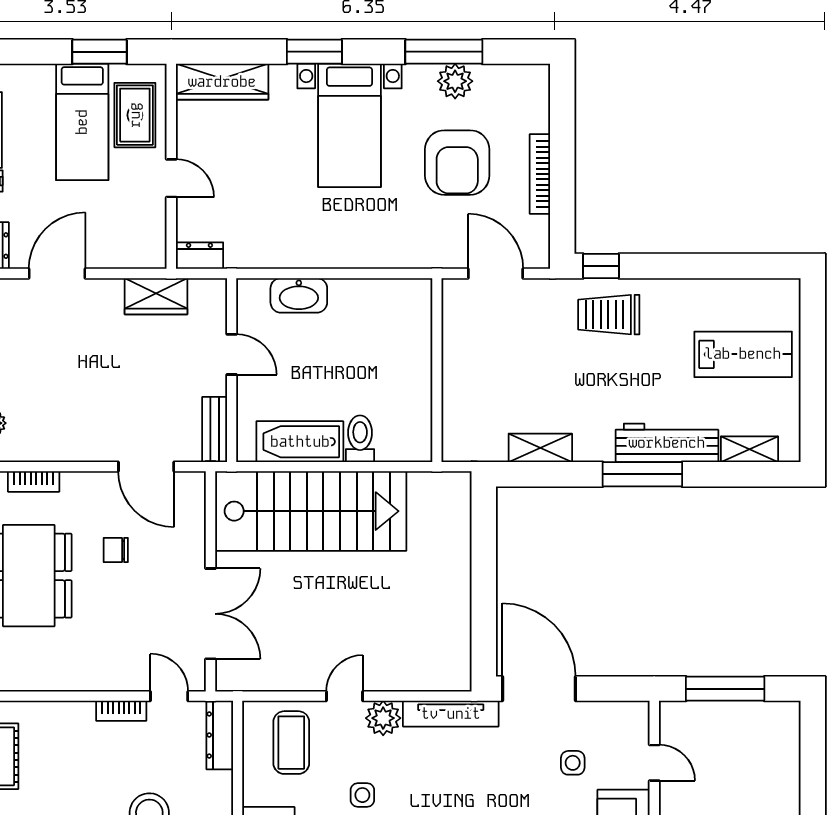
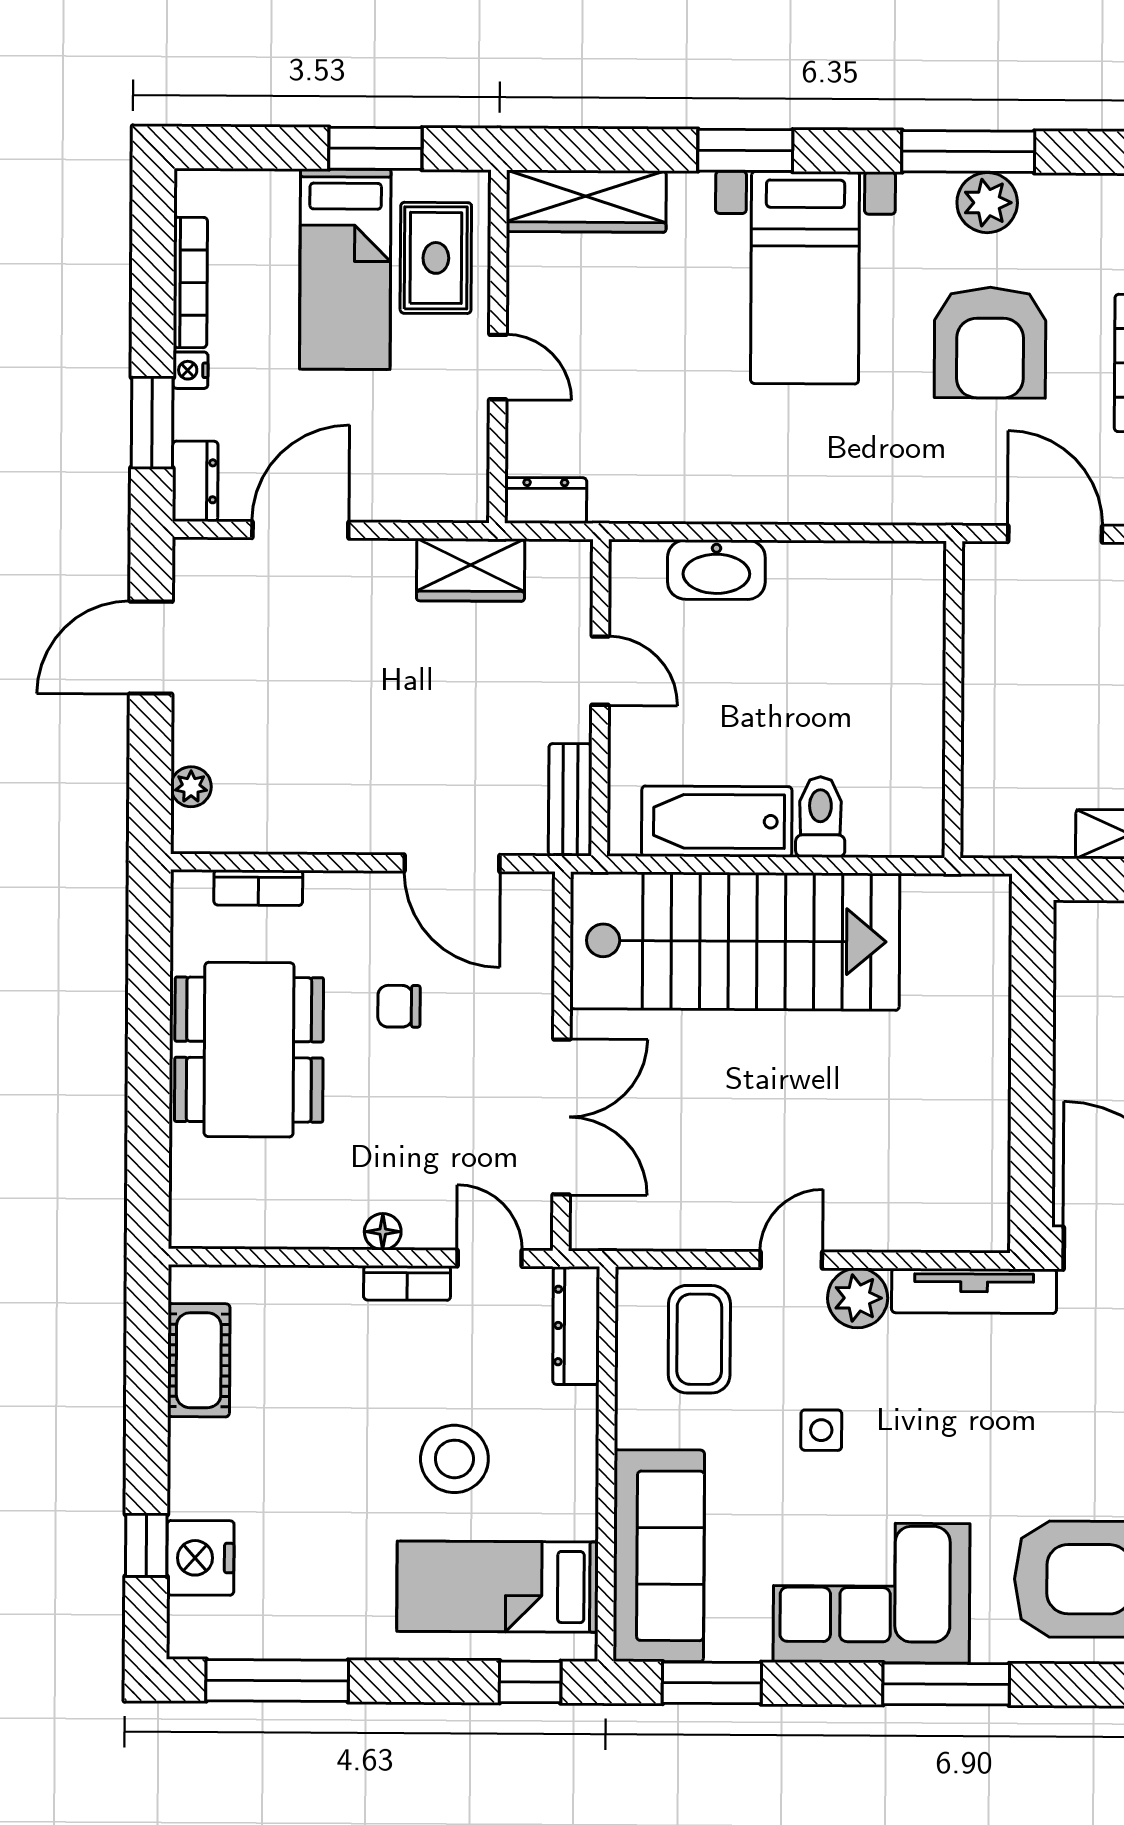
floor lamp: (107, 681) -> (383, 1232), added

